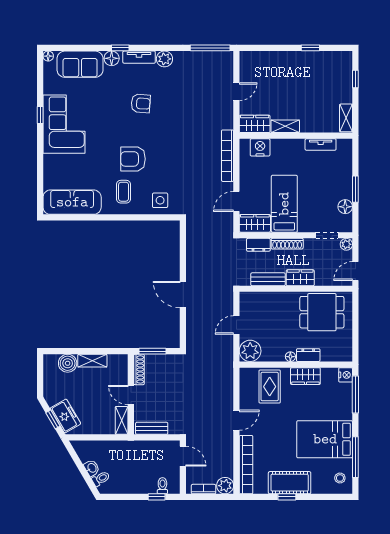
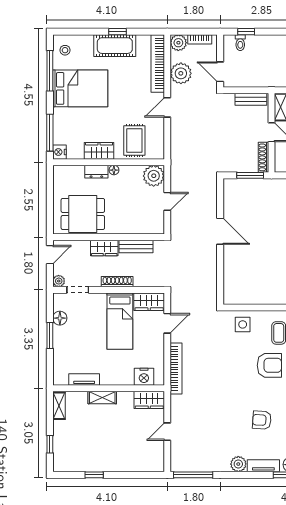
shelving: (285, 126) -> (102, 398), moved
dresser: (258, 245) -> (146, 280), removed
plant: (223, 455) -> (181, 73), added

